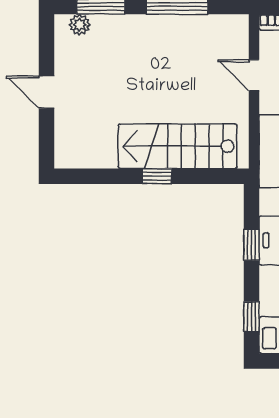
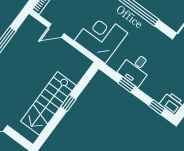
stairs: (178, 146) -> (48, 103), moved

